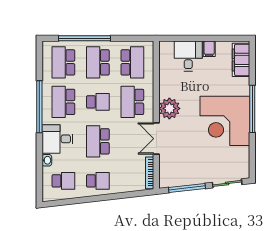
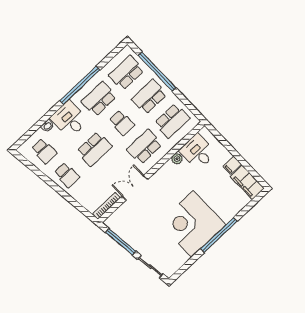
desk: (188, 56) -> (198, 152), moved, turned -90
filing cabinet: (241, 60) -> (247, 182), moved, turned -90
plant: (169, 108) -> (177, 159), moved, width x0.53, depth x0.53
school desk: (98, 141) -> (94, 149), turned 180

